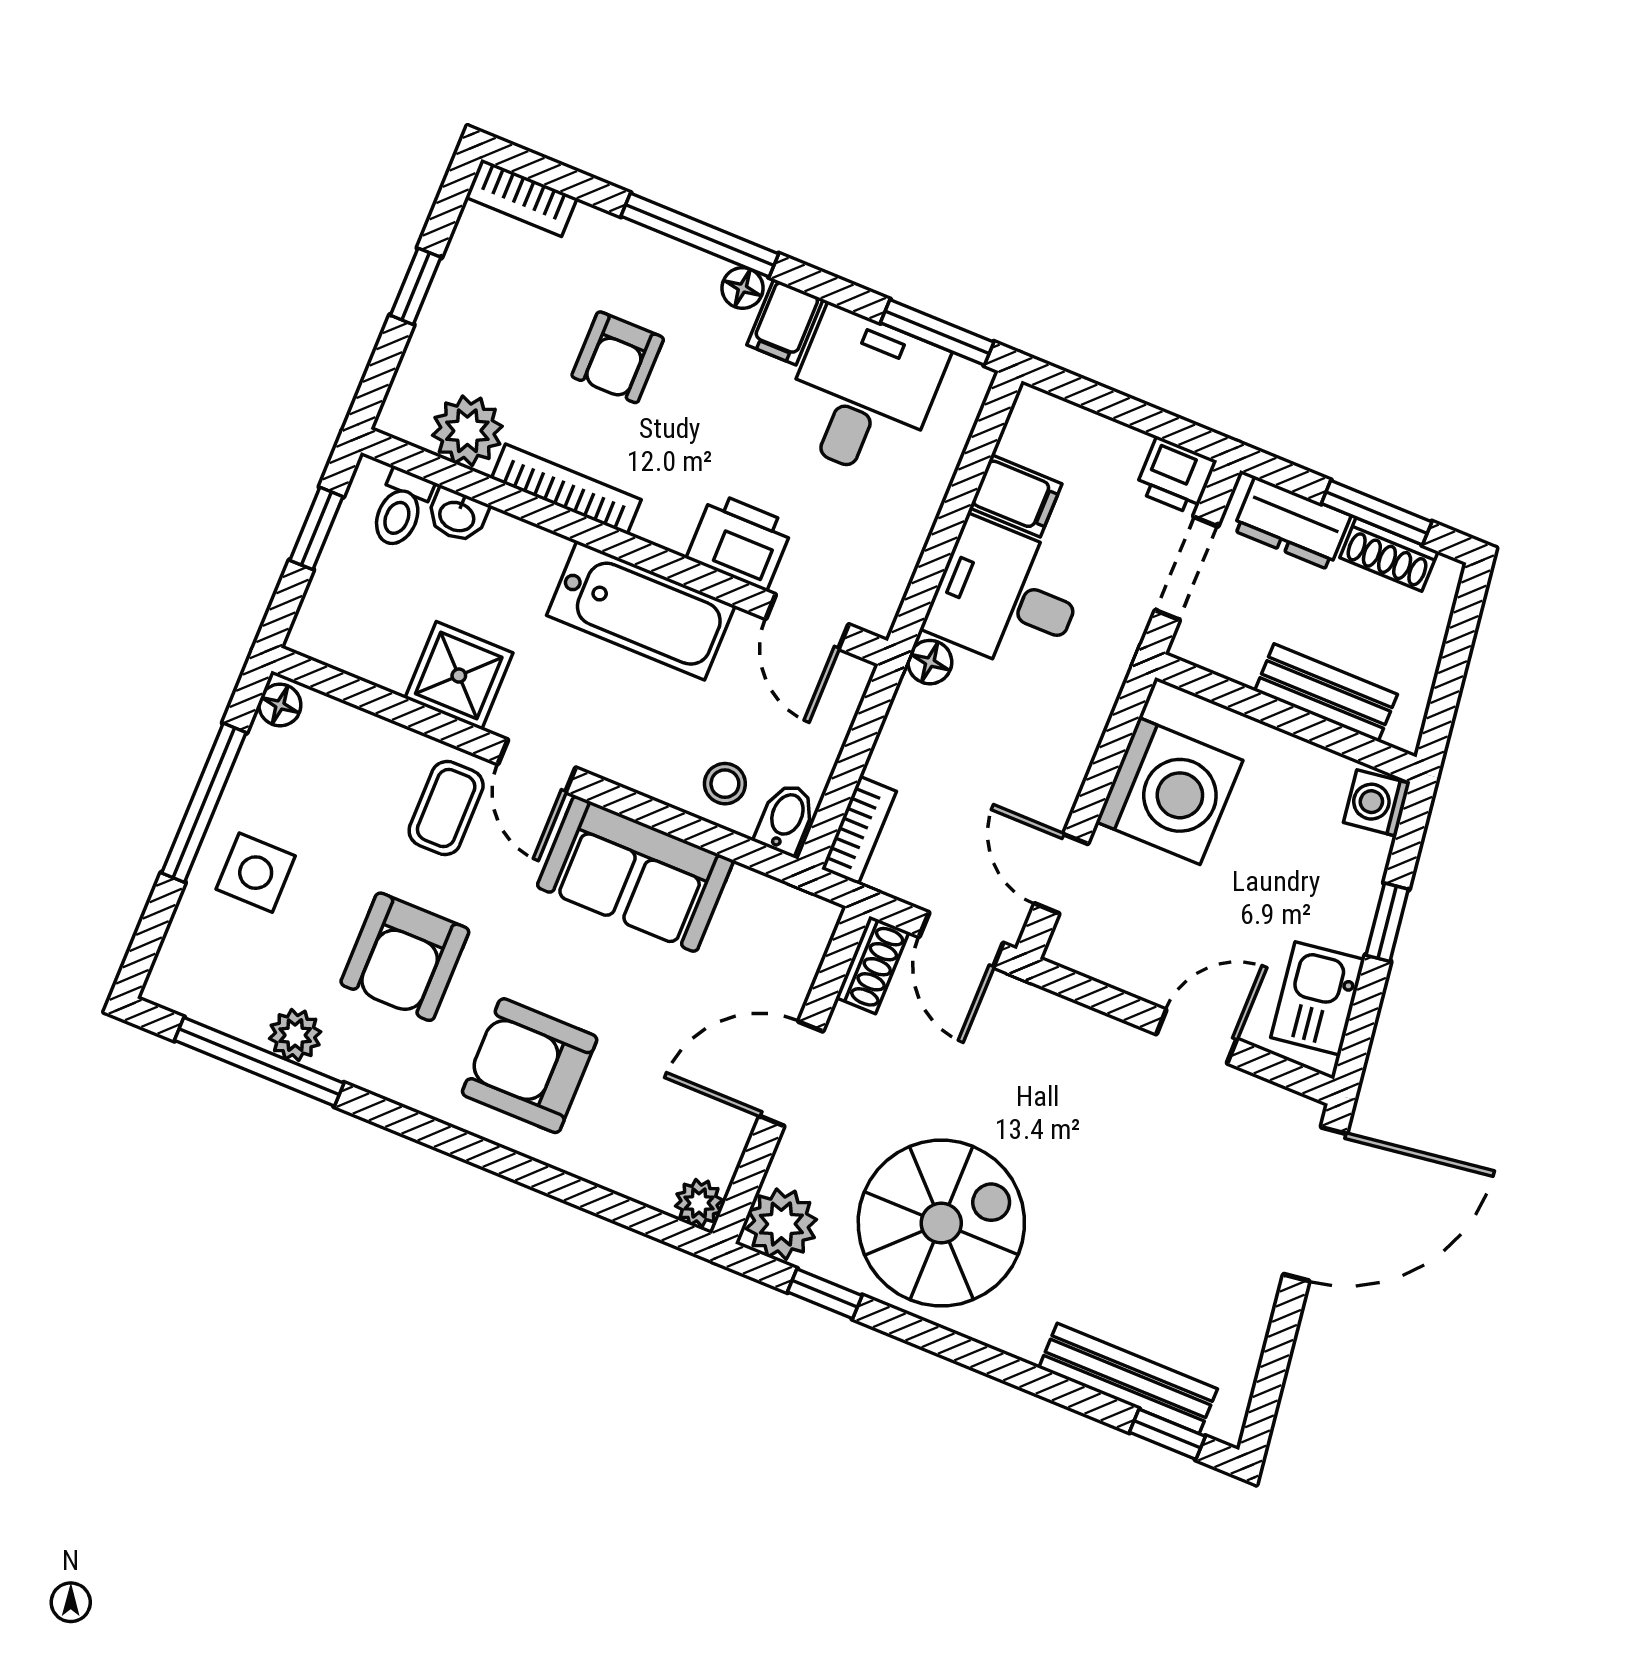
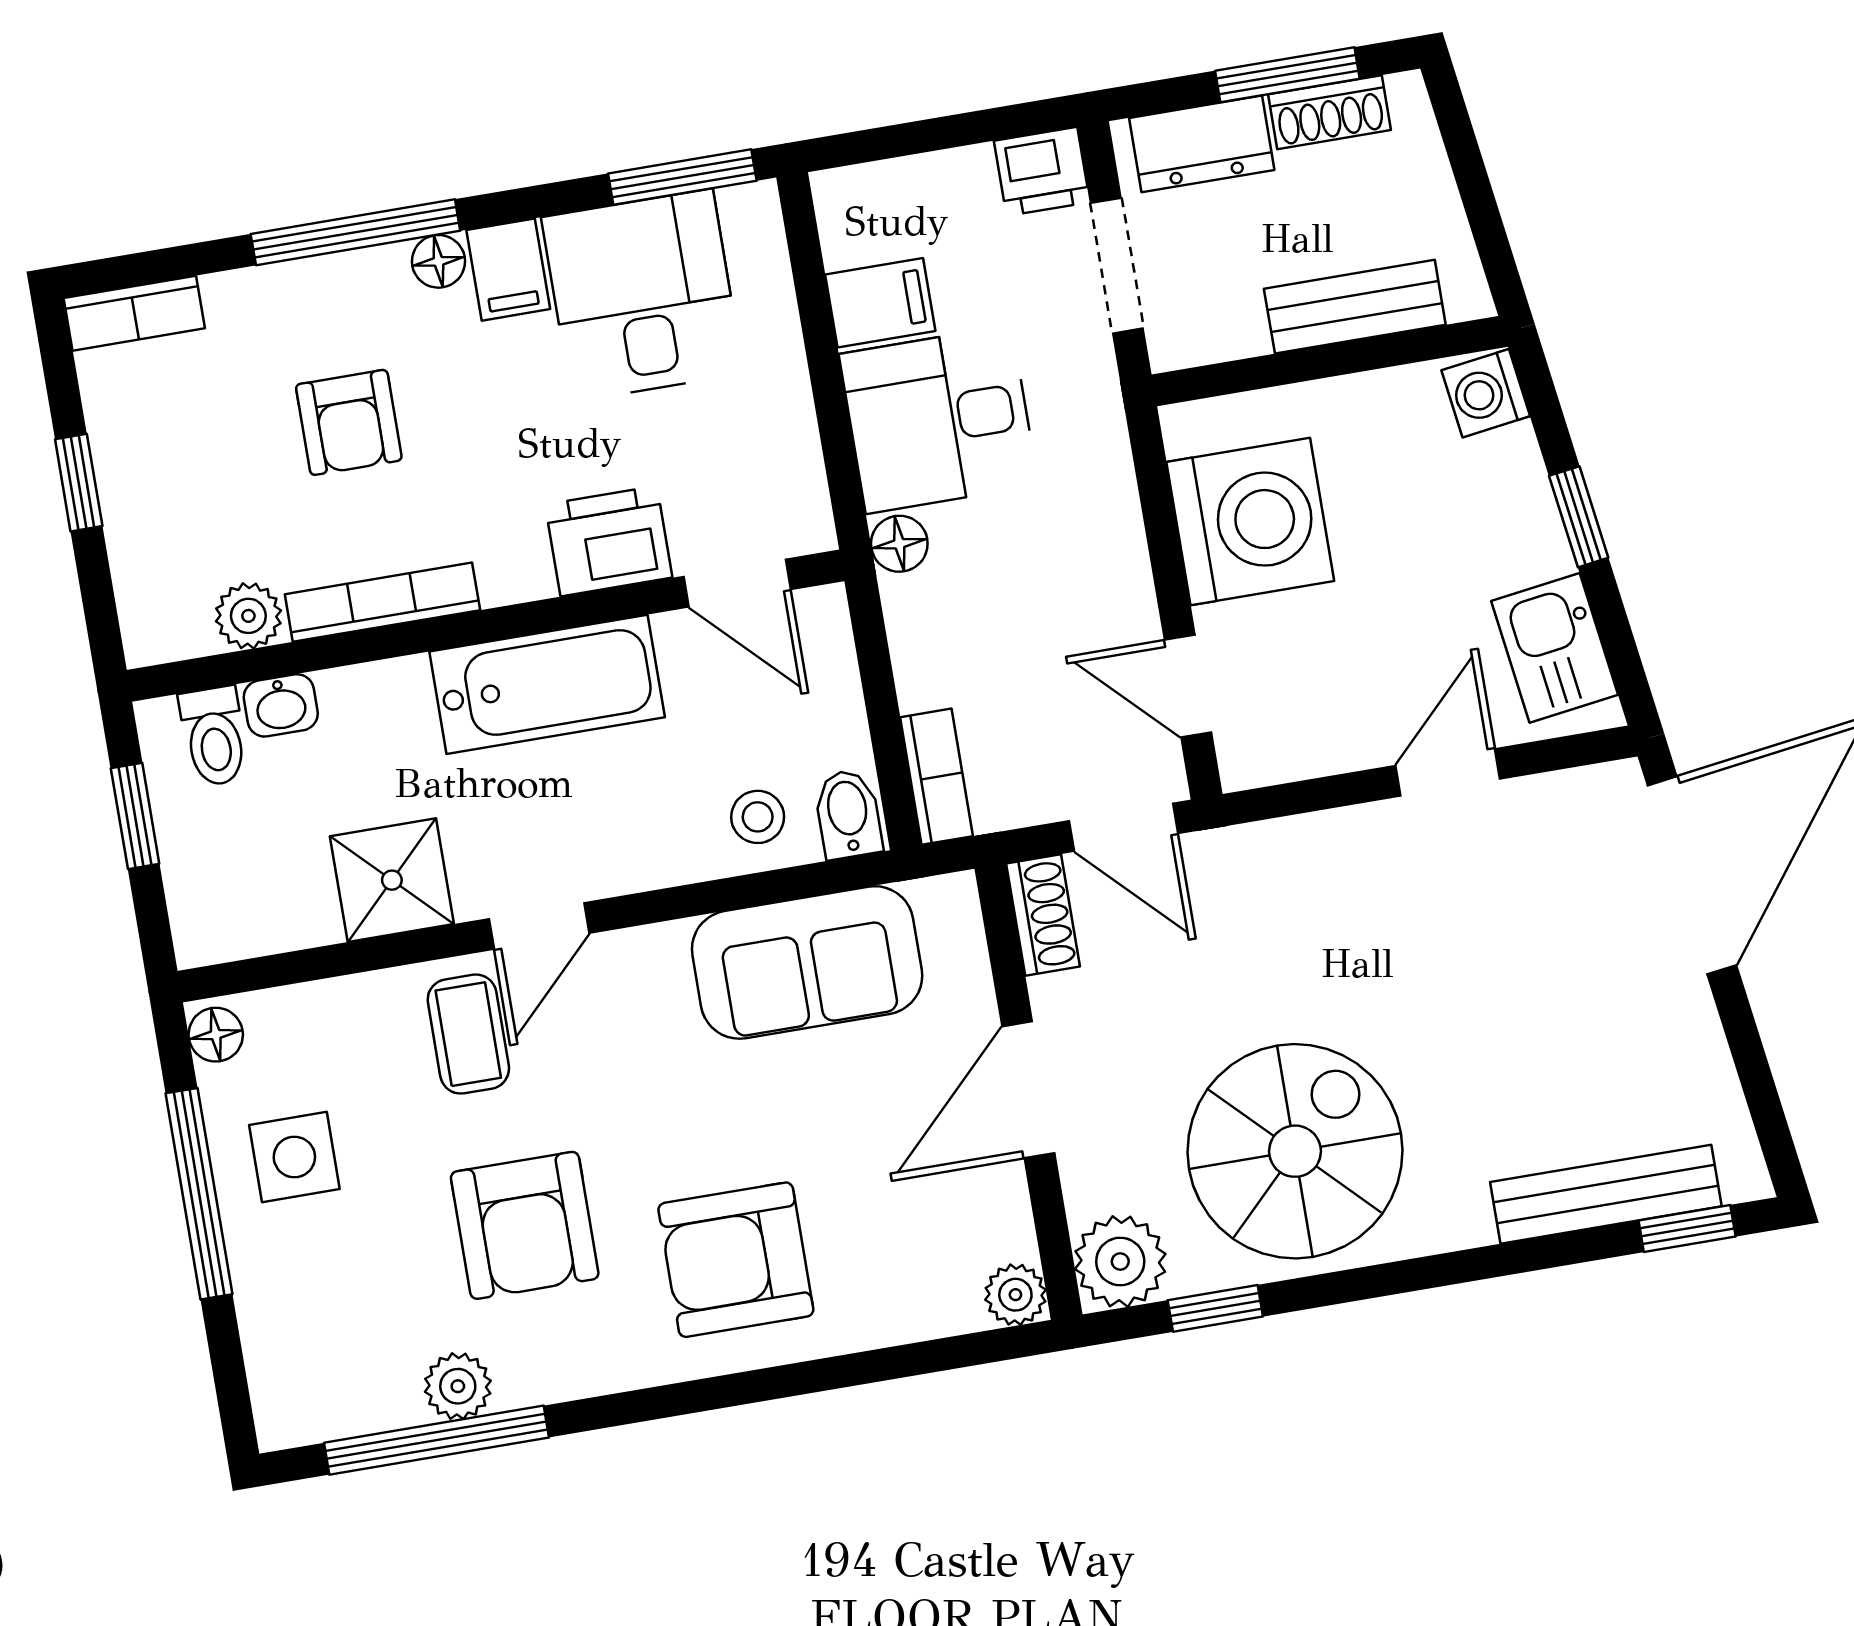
plant: (467, 431) -> (248, 616), width x0.73, depth x0.73
door: (537, 766) -> (539, 926), hinge flipped
side table: (256, 873) -> (294, 1157), moved
sofa: (635, 874) -> (807, 962), moved

